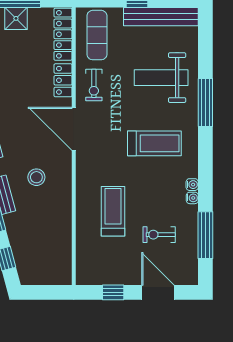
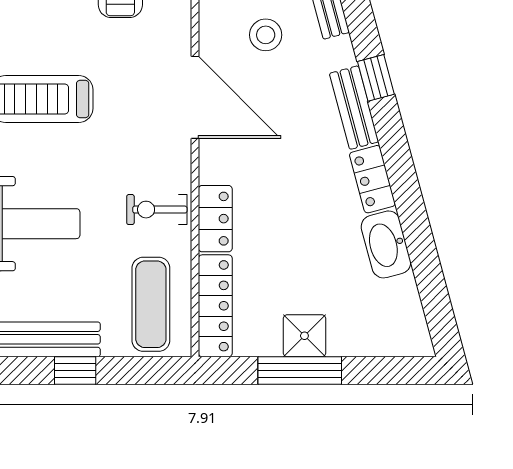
exercise bike: (94, 85) -> (157, 210), turned -90
door: (74, 129) -> (195, 97), moved

